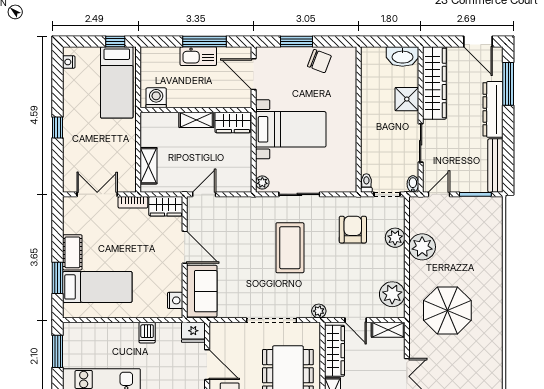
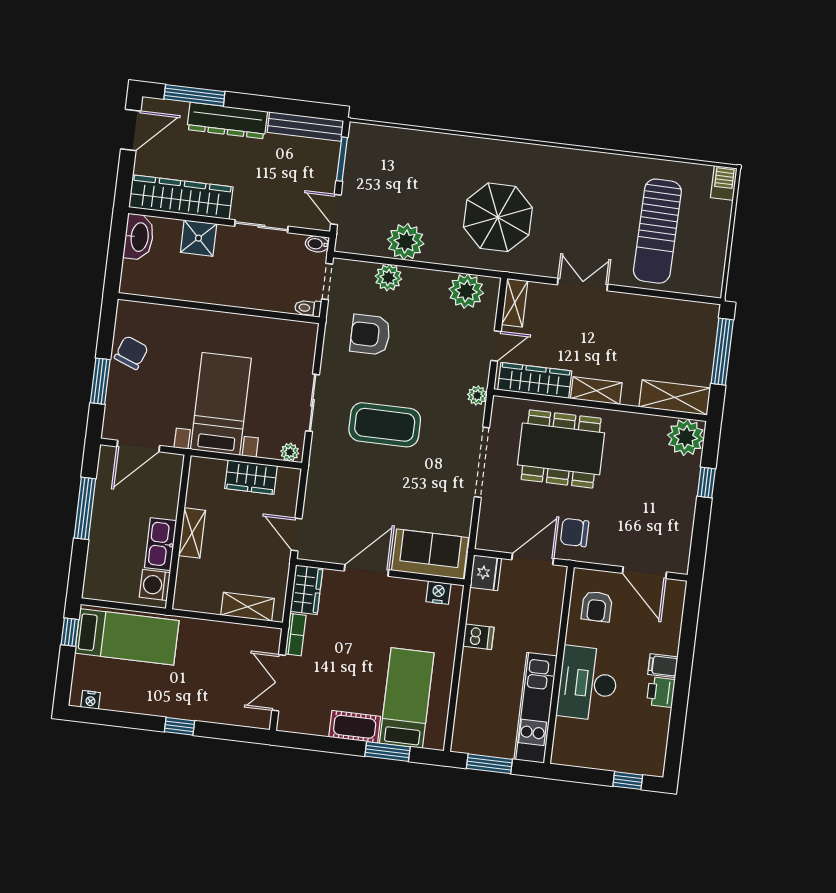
kitchen sink: (198, 56) -> (161, 544), moved, turned 180
wardrobe: (233, 122) -> (251, 477), moved, turned 90

